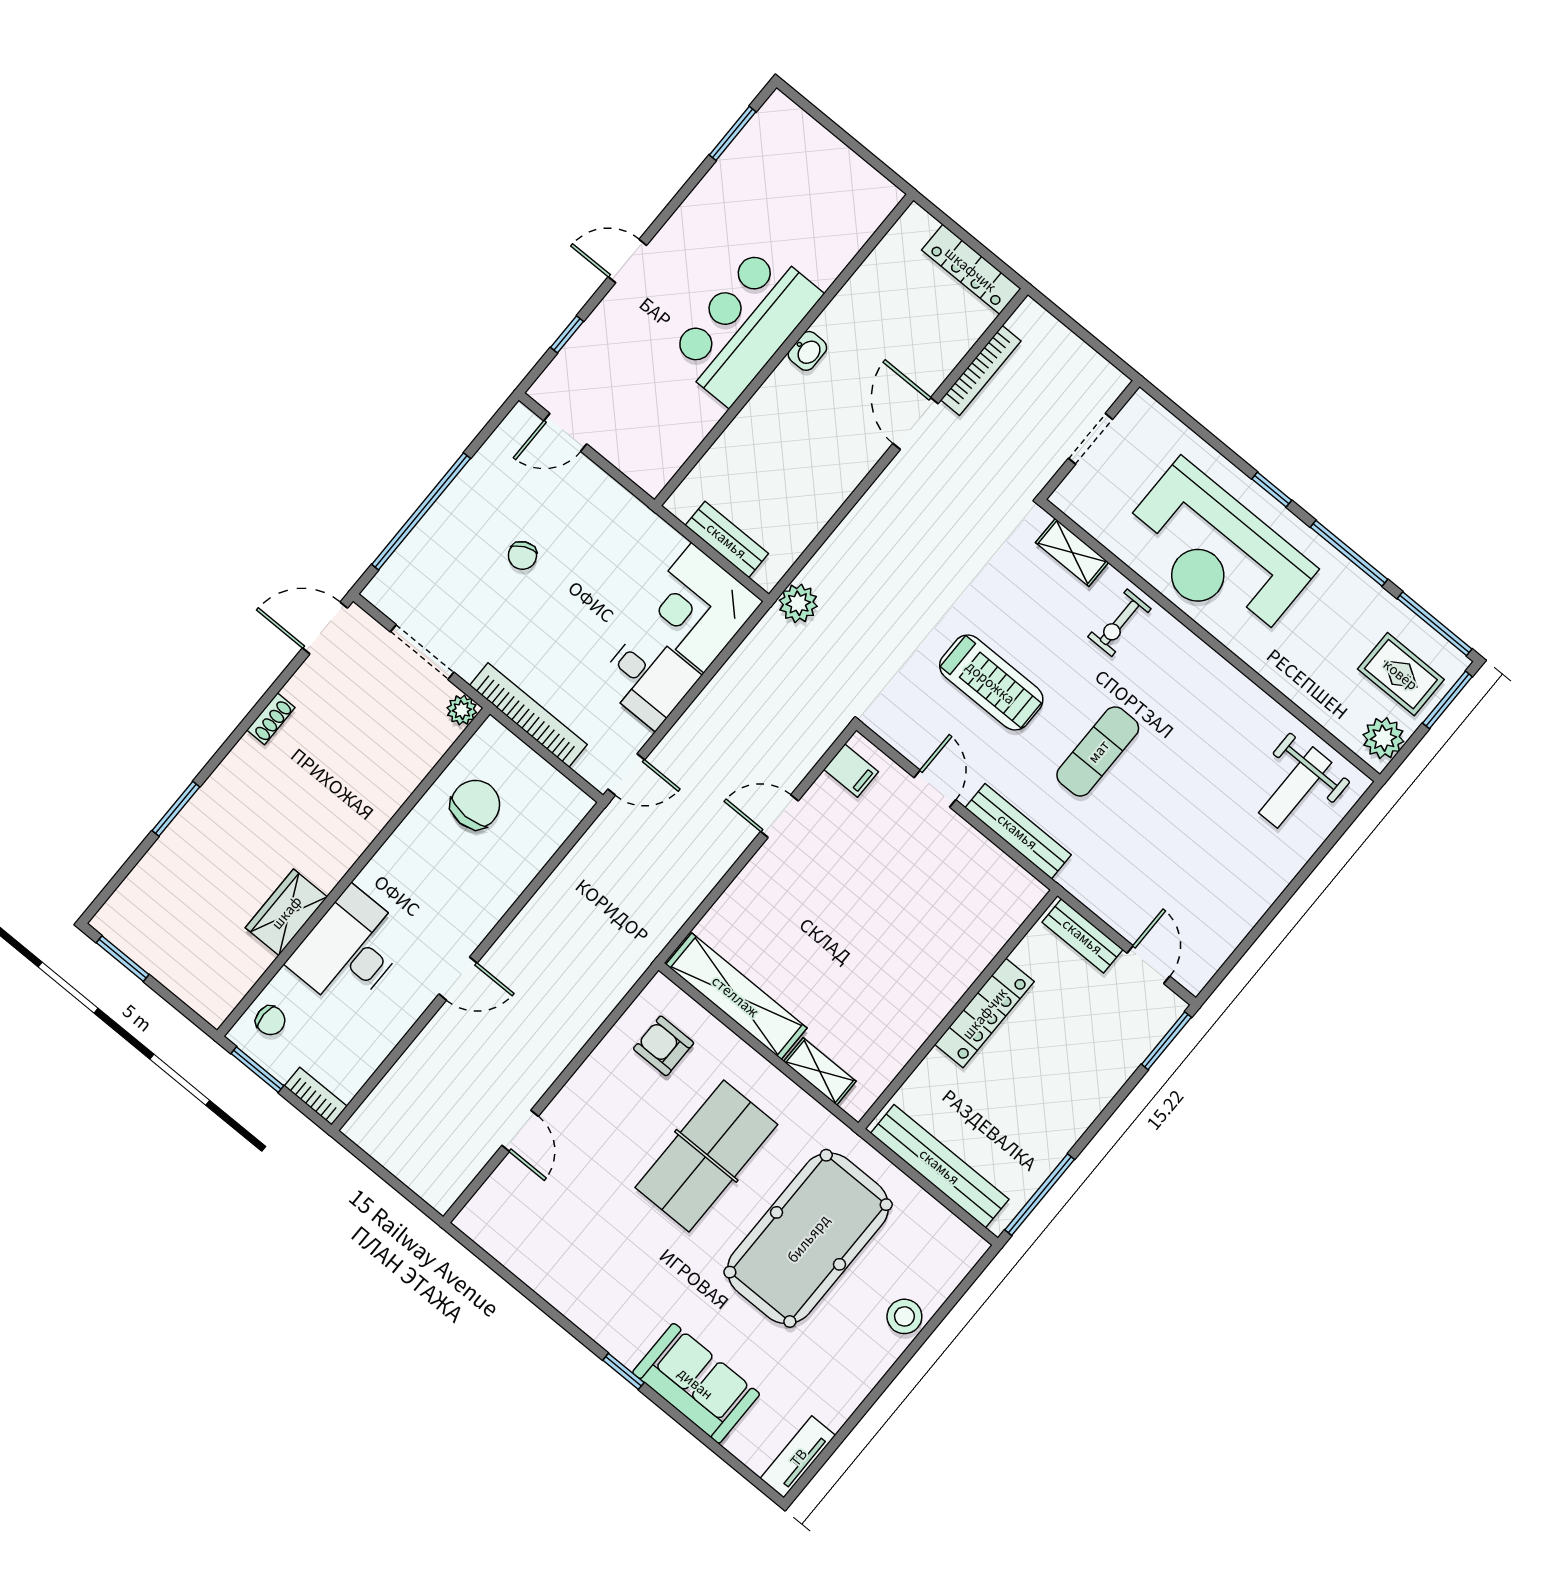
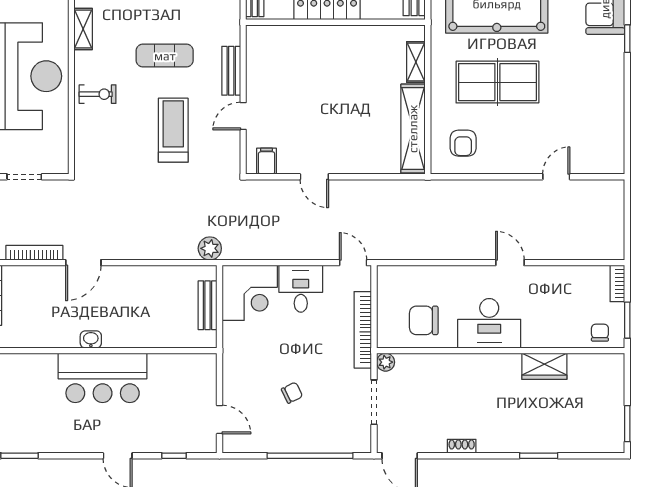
shelving: (1072, 552) -> (83, 29), moved
bench: (1018, 831) -> (231, 71), width x0.73
desk: (349, 950) -> (489, 323), moved

